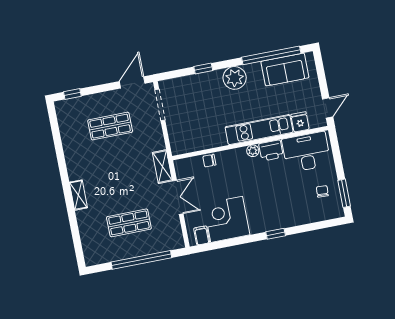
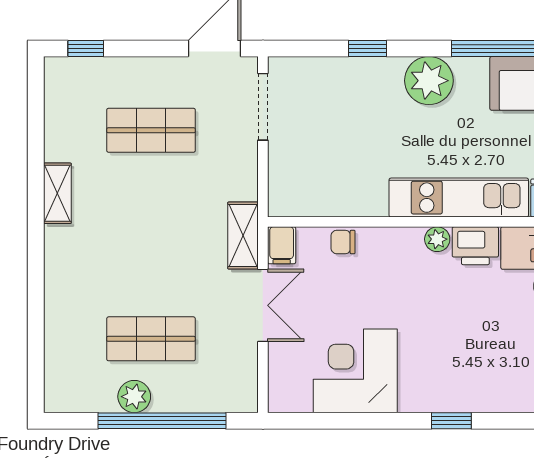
shelving: (78, 195) -> (57, 193), moved
filing cabinet: (202, 235) -> (282, 245), moved, turned 180
plant: (126, 251) -> (134, 397), added

